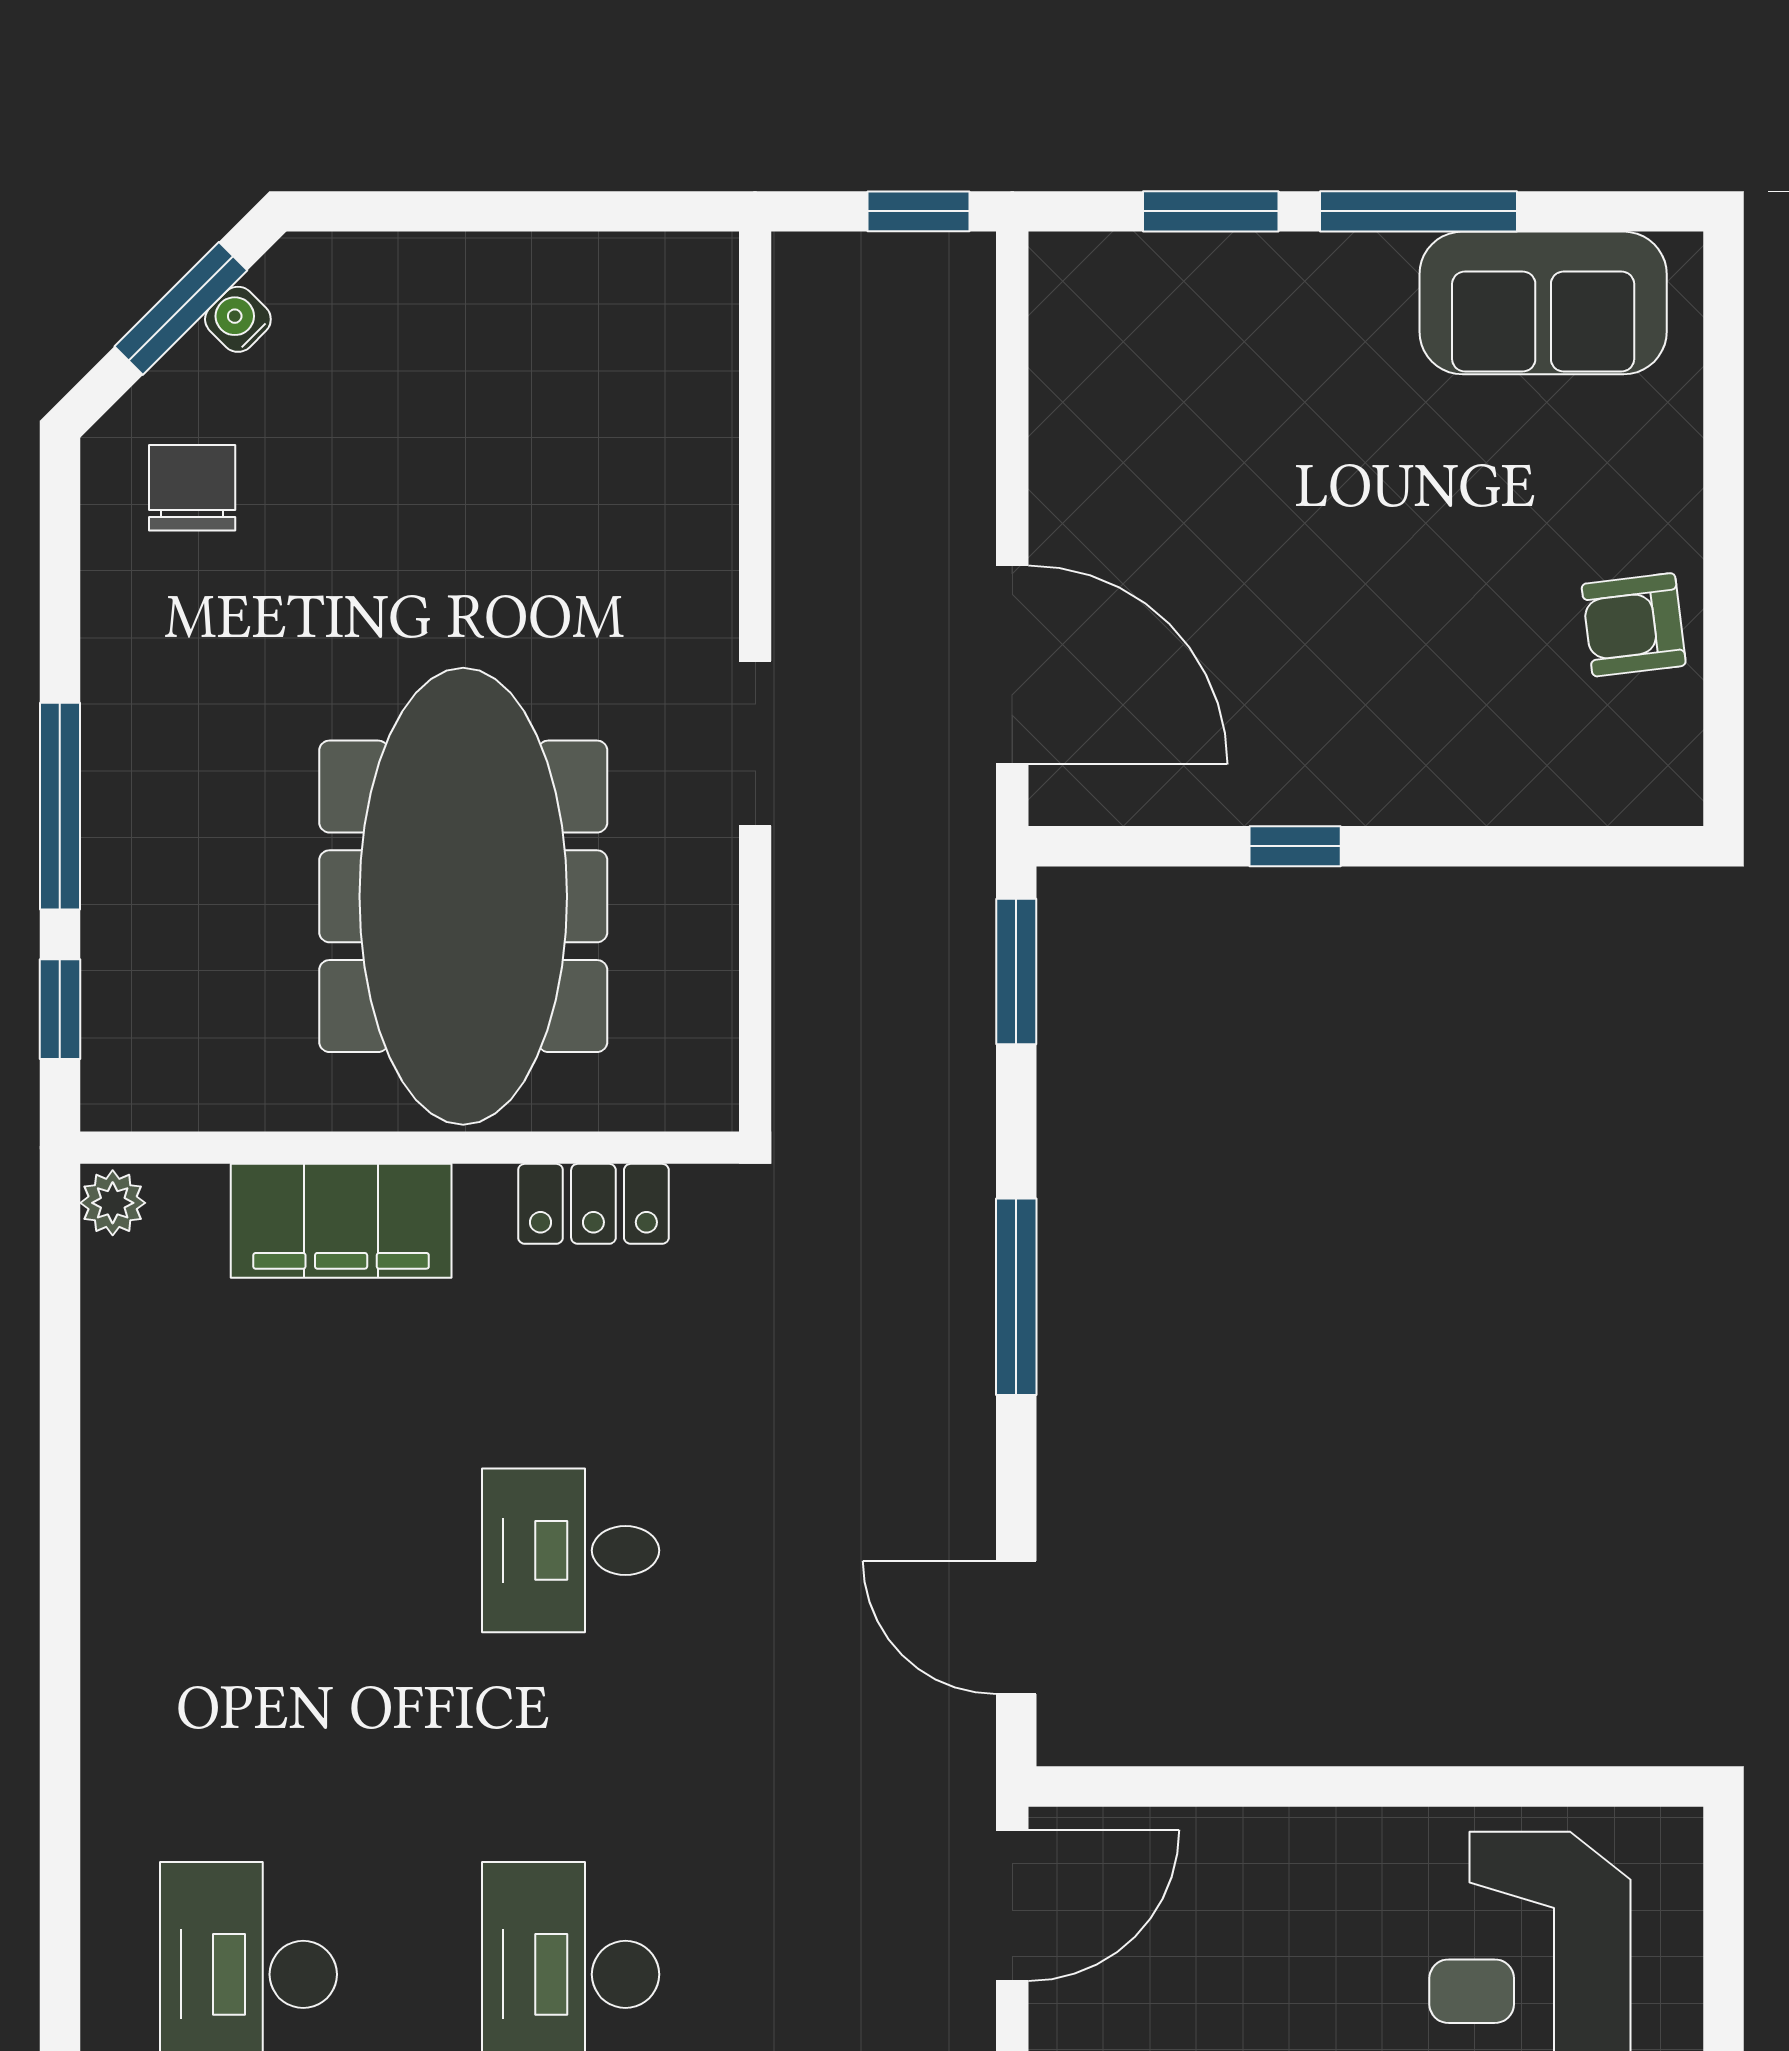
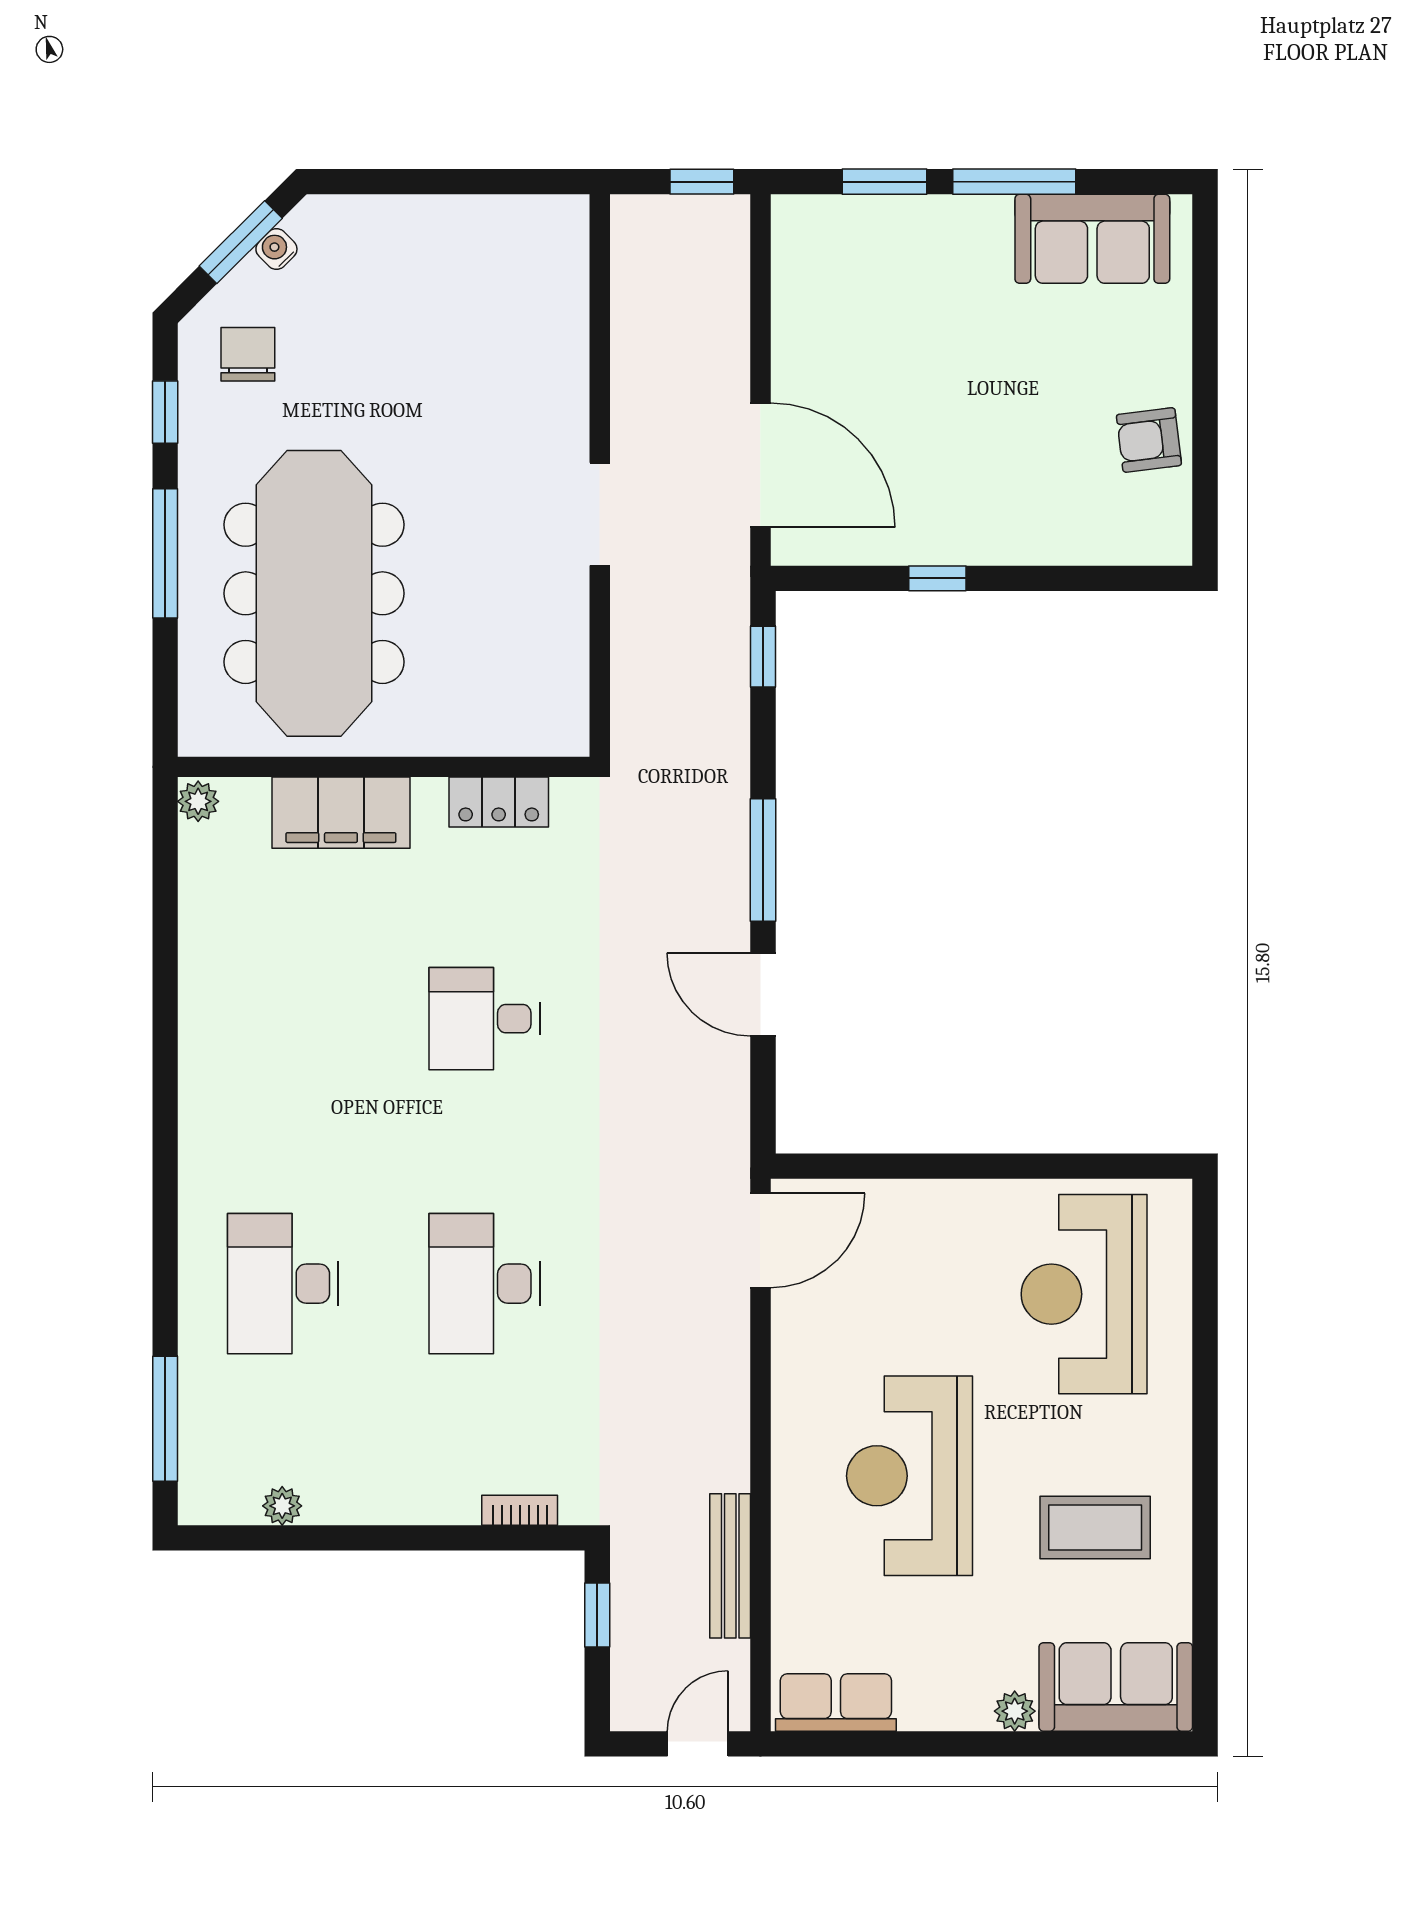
meeting table: (463, 896) -> (314, 593), moved
window: (1016, 972) -> (763, 657), width x0.67
window: (60, 1009) -> (165, 412), moved
door: (1016, 1627) -> (763, 995), moved

